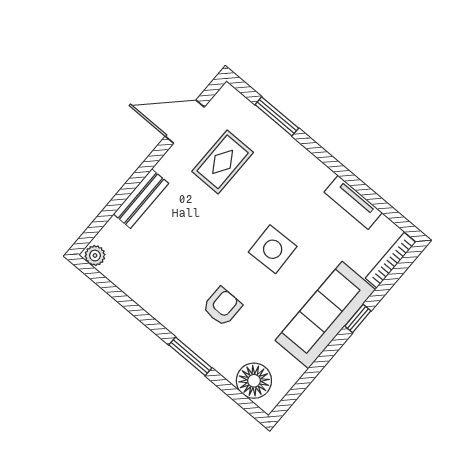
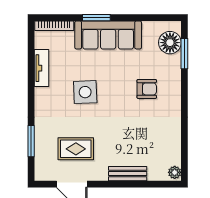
side table: (273, 249) -> (85, 92), moved
armchair: (222, 307) -> (147, 89), turned 180
window: (358, 319) -> (96, 18), width x1.50
window: (190, 356) -> (184, 54), moved

